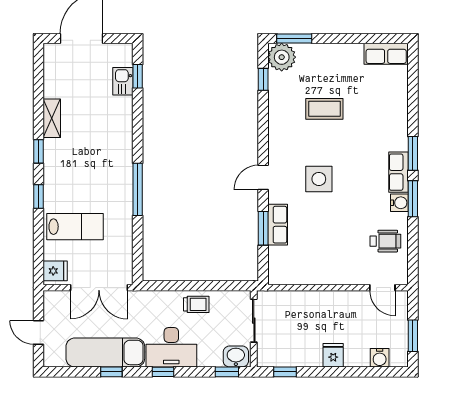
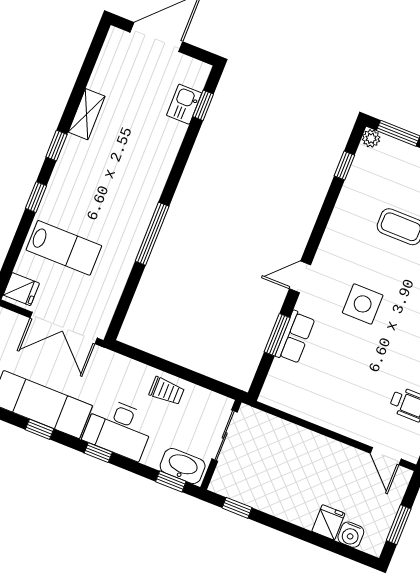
plant: (282, 57) -> (371, 138), width x0.53, depth x0.53
fridge: (333, 355) -> (328, 522), moved
washbasin: (236, 357) -> (183, 466), width x1.38

